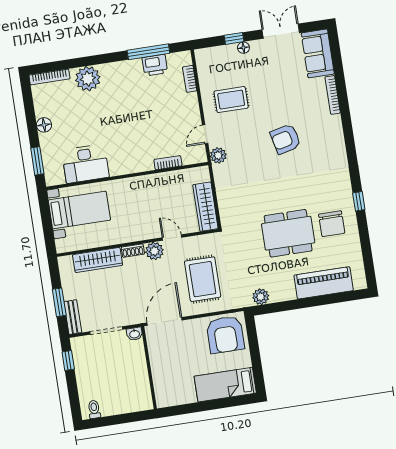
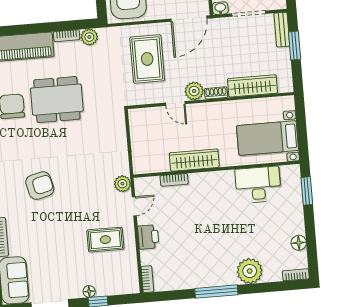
window: (148, 52) -> (216, 292), moved
printer: (155, 65) -> (148, 237), moved, turned 90
bookcase: (49, 77) -> (296, 275), width x0.64
bookcase: (190, 79) -> (147, 279), moved
floor lamp: (44, 125) -> (299, 243), moved
armchair: (286, 139) -> (40, 186), moved
wardrobe: (205, 207) -> (194, 160), moved, turned -90
bookcase: (283, 296) -> (67, 36), added

